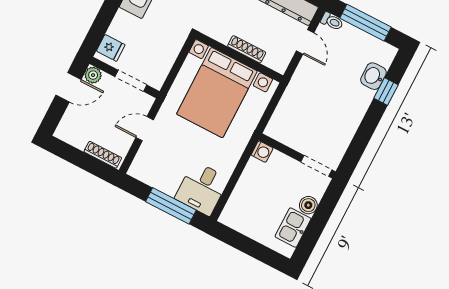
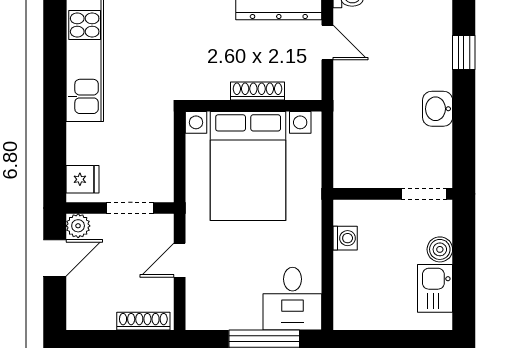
washbasin: (373, 76) -> (438, 109), moved
washing machine: (262, 152) -> (345, 238), moved

